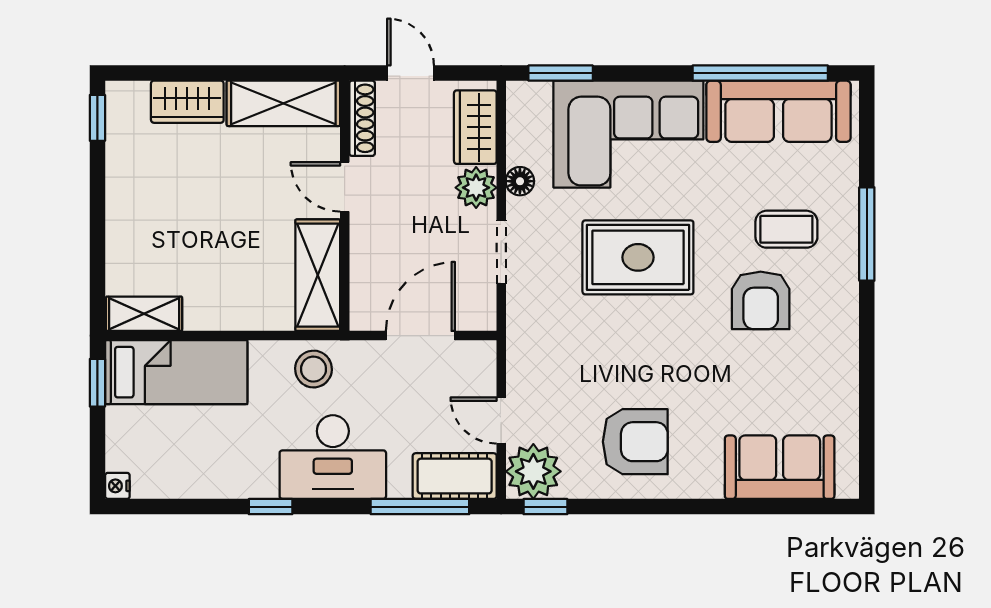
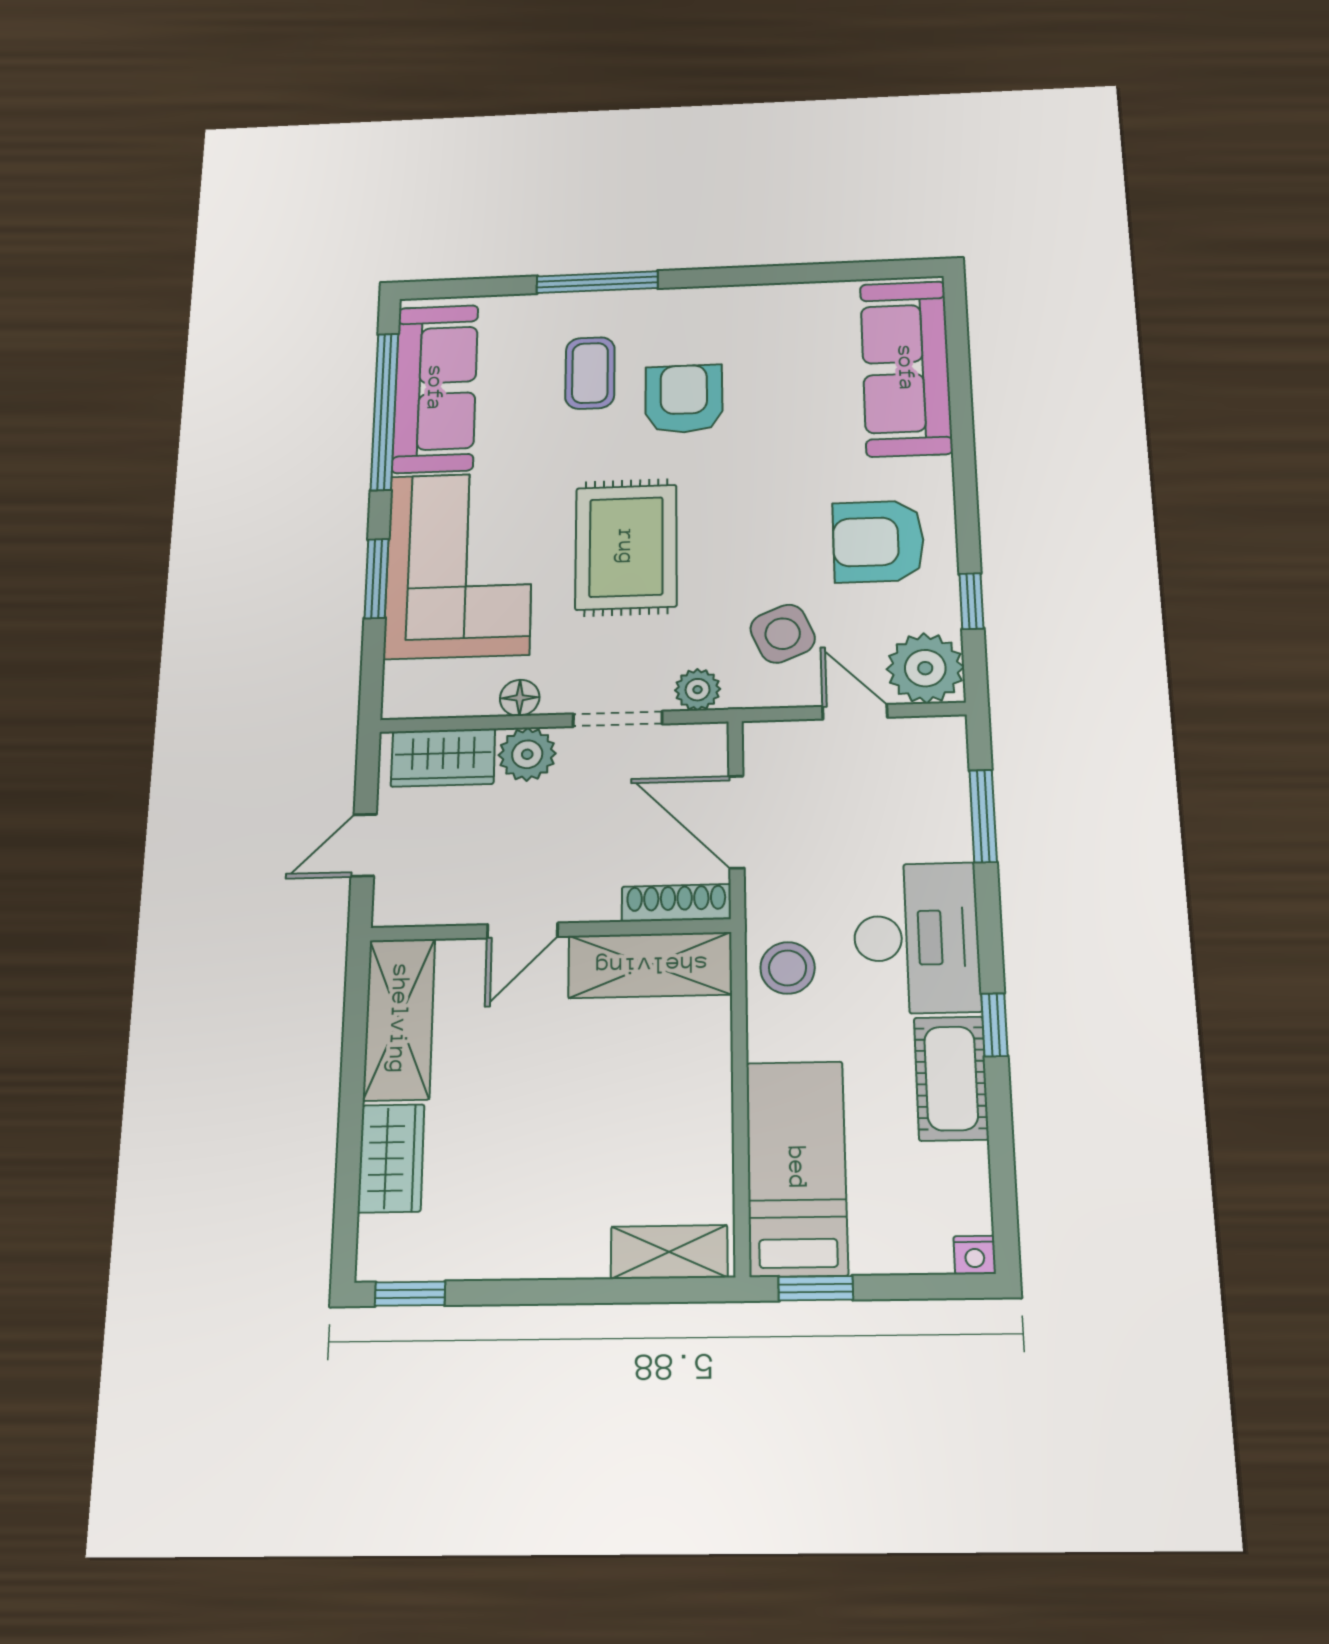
window: (561, 73) -> (376, 579), moved
shoe rack: (362, 118) -> (676, 903), moved
armchair: (761, 300) -> (684, 399), turned -90
plant: (522, 309) -> (698, 690), added
shelving: (144, 314) -> (669, 1252), moved, turned 90
side table: (564, 371) -> (783, 634), added
door: (501, 420) -> (855, 712), swing flipped
armchair: (635, 442) -> (878, 541), turned -90
sofa: (780, 467) -> (906, 368), width x1.36
cot: (455, 476) -> (951, 1078), moved
window: (420, 507) -> (983, 816), width x0.69
window: (545, 507) -> (971, 601), moved

